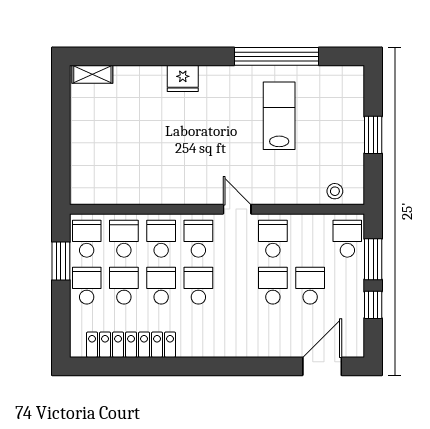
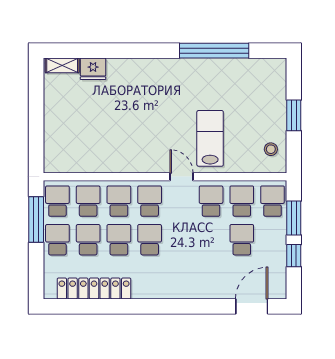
fridge: (183, 78) -> (93, 69), moved
lab bench: (279, 116) -> (210, 138), moved
stool: (335, 191) -> (271, 149), moved
window: (61, 261) -> (36, 219), width x1.44
school desk: (273, 286) -> (242, 201), moved

